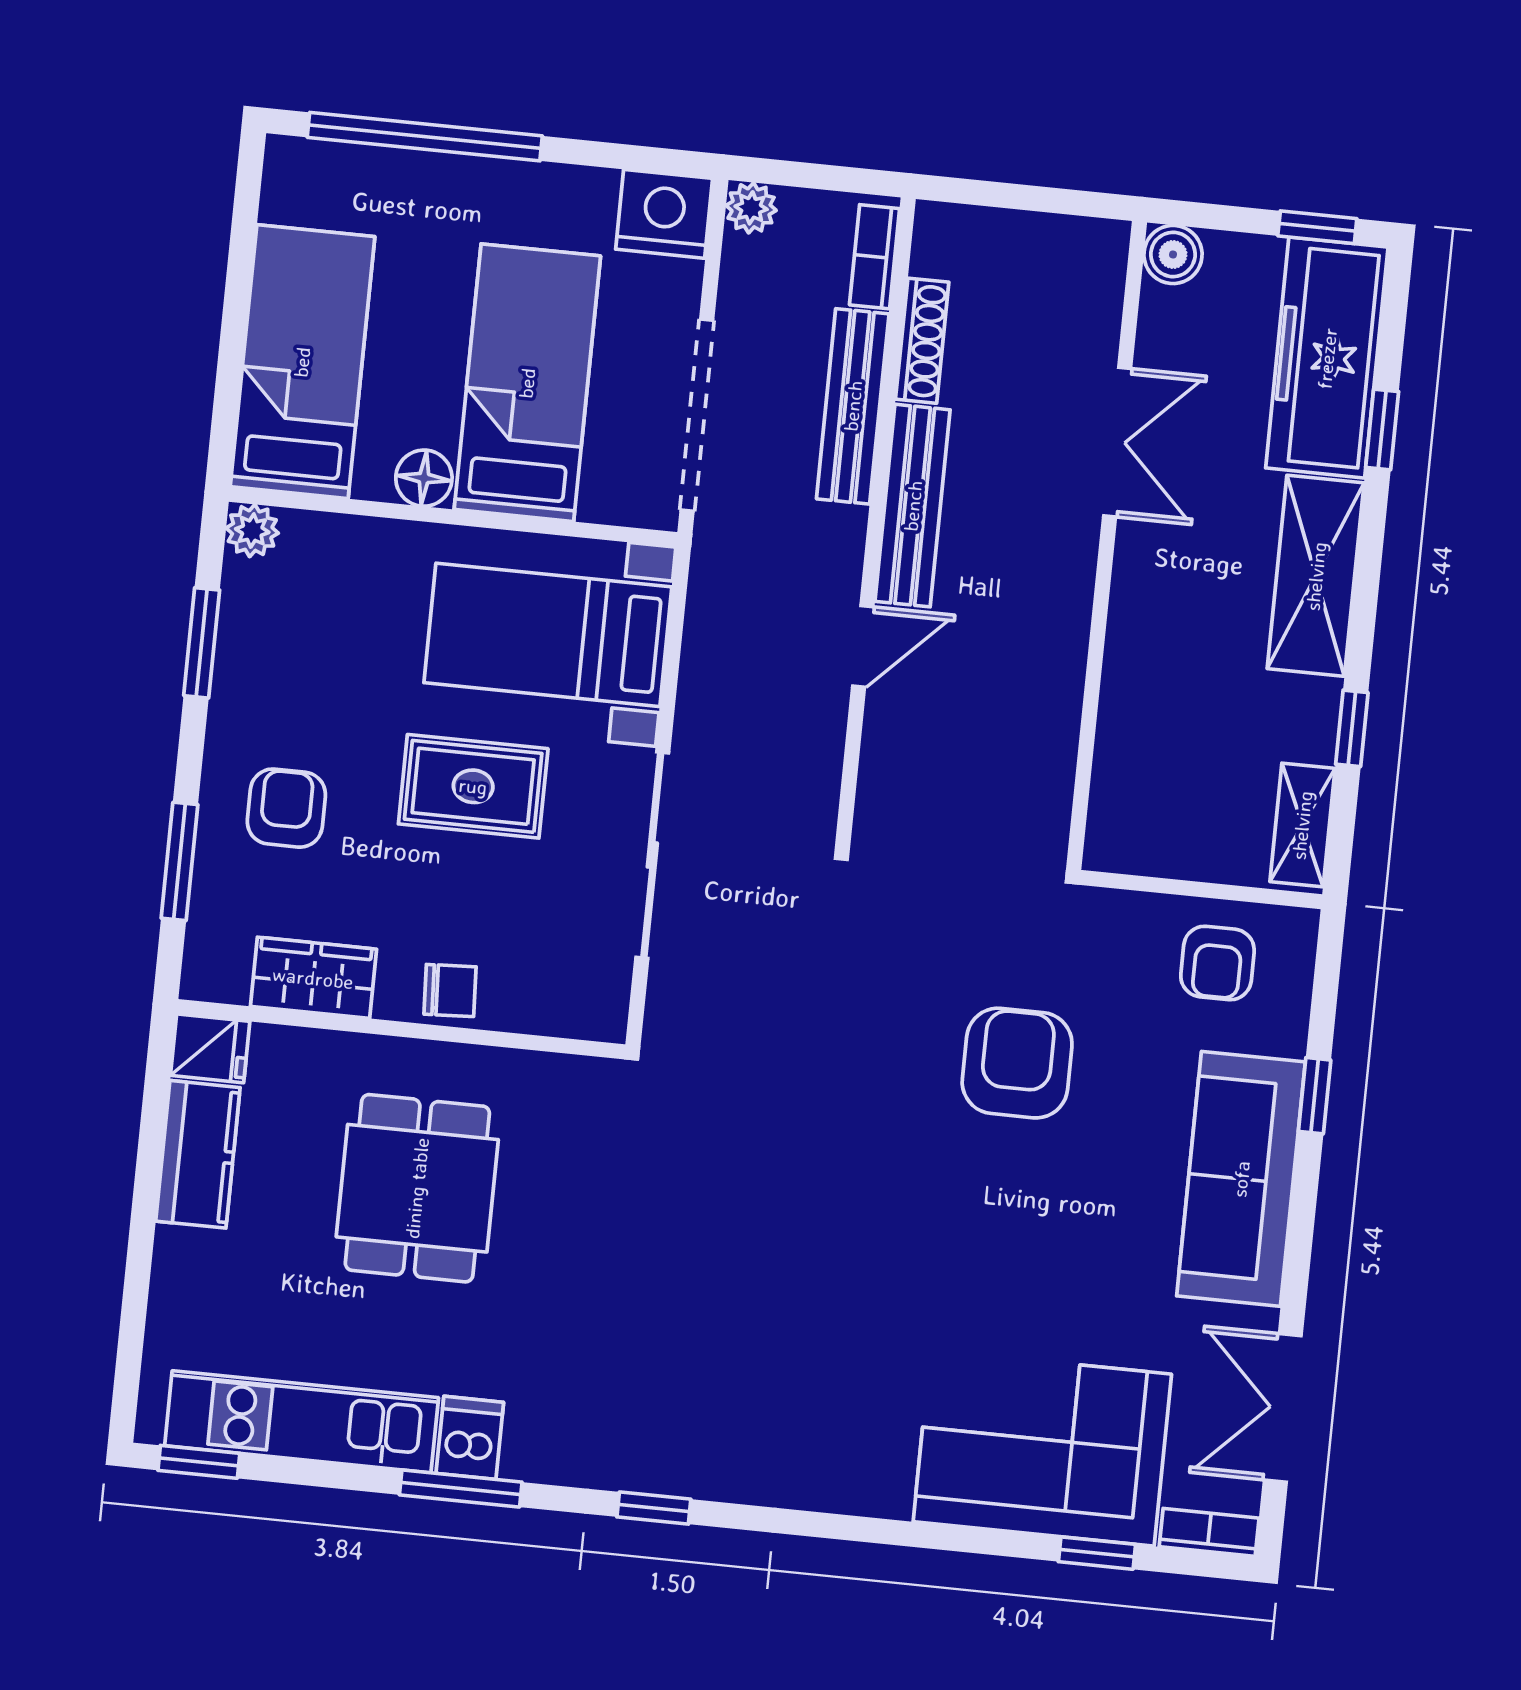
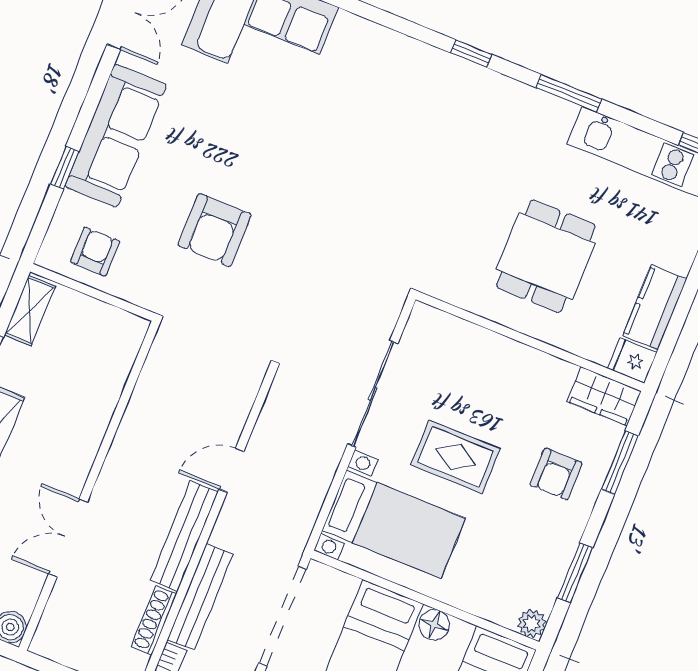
wardrobe: (313, 978) -> (604, 396), moved
chair: (450, 990) -> (499, 354), removed
dishwasher: (470, 1438) -> (556, 118), removed

